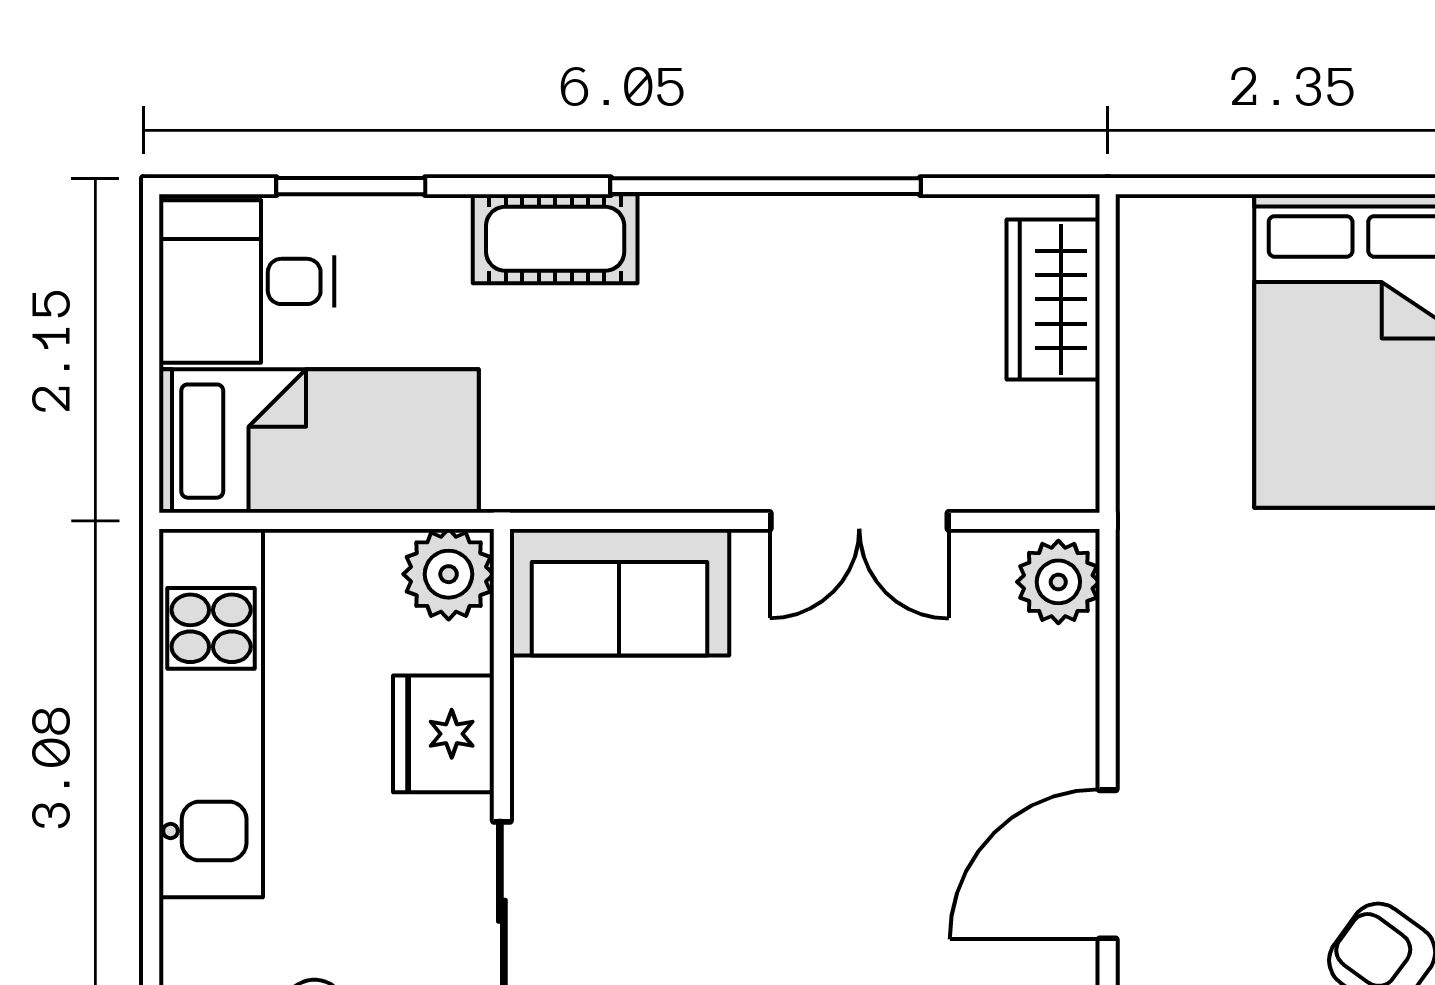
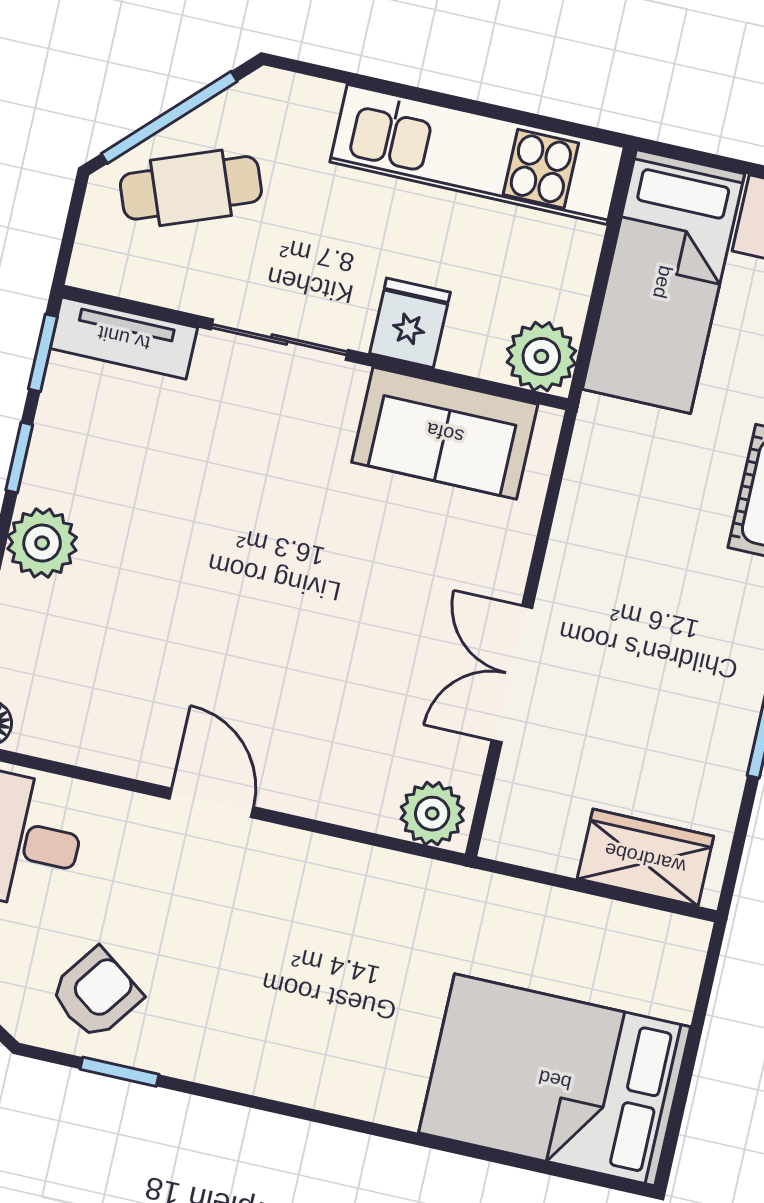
sofa: (619, 592) -> (445, 433), moved, turned -90
fridge: (443, 734) -> (410, 323), width x0.72
door: (1108, 864) -> (212, 803), width x0.73

